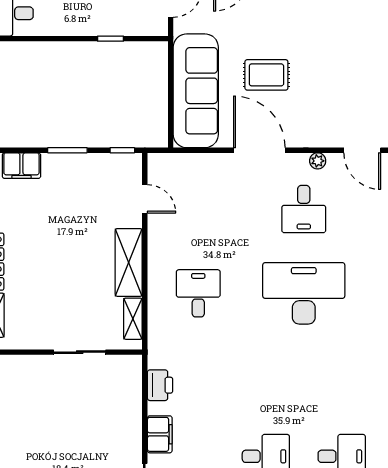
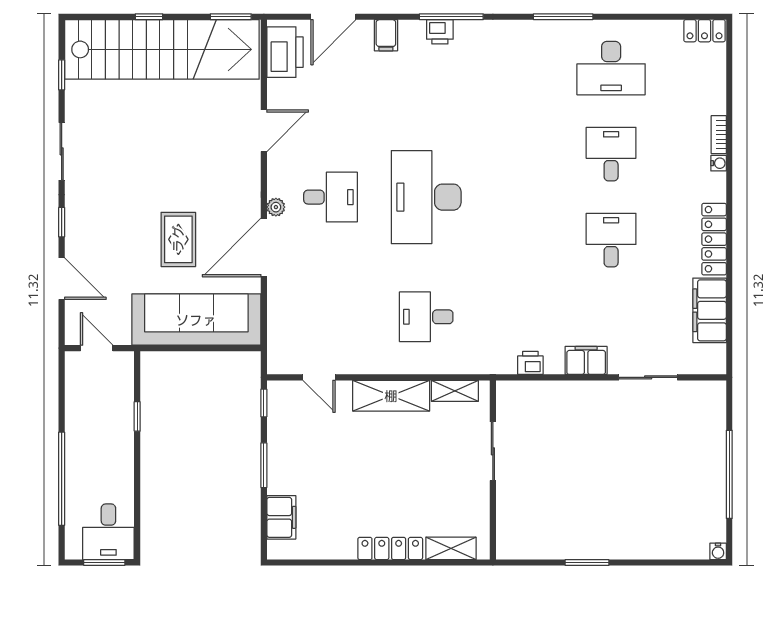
plant: (318, 161) -> (276, 207), moved
door: (145, 199) -> (319, 377), swing flipped
printer: (160, 385) -> (530, 363), width x0.73, depth x0.81

